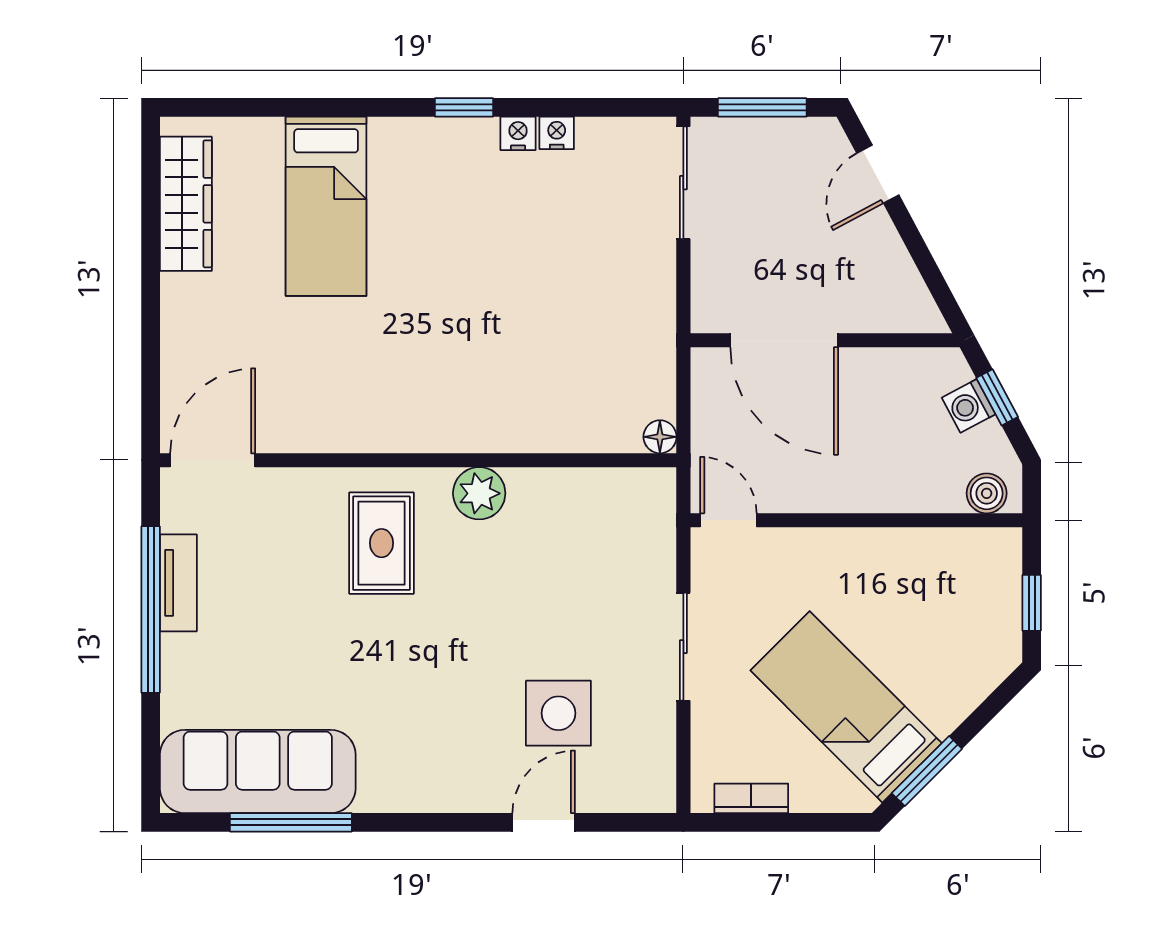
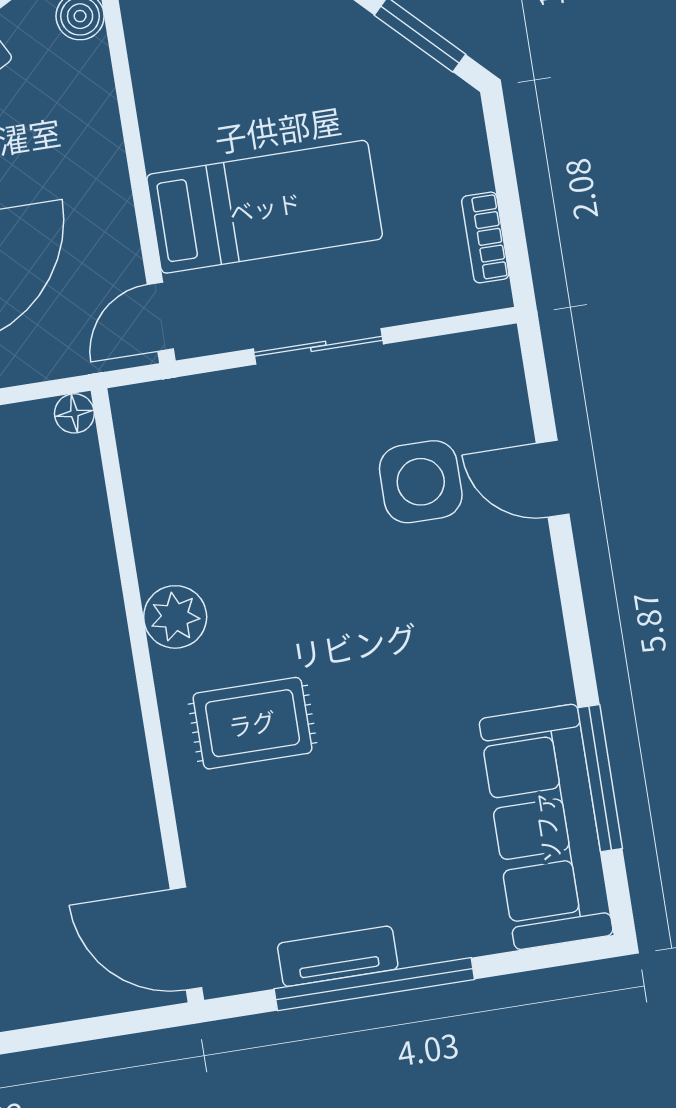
bed: (846, 707) -> (265, 207), moved, turned -135

